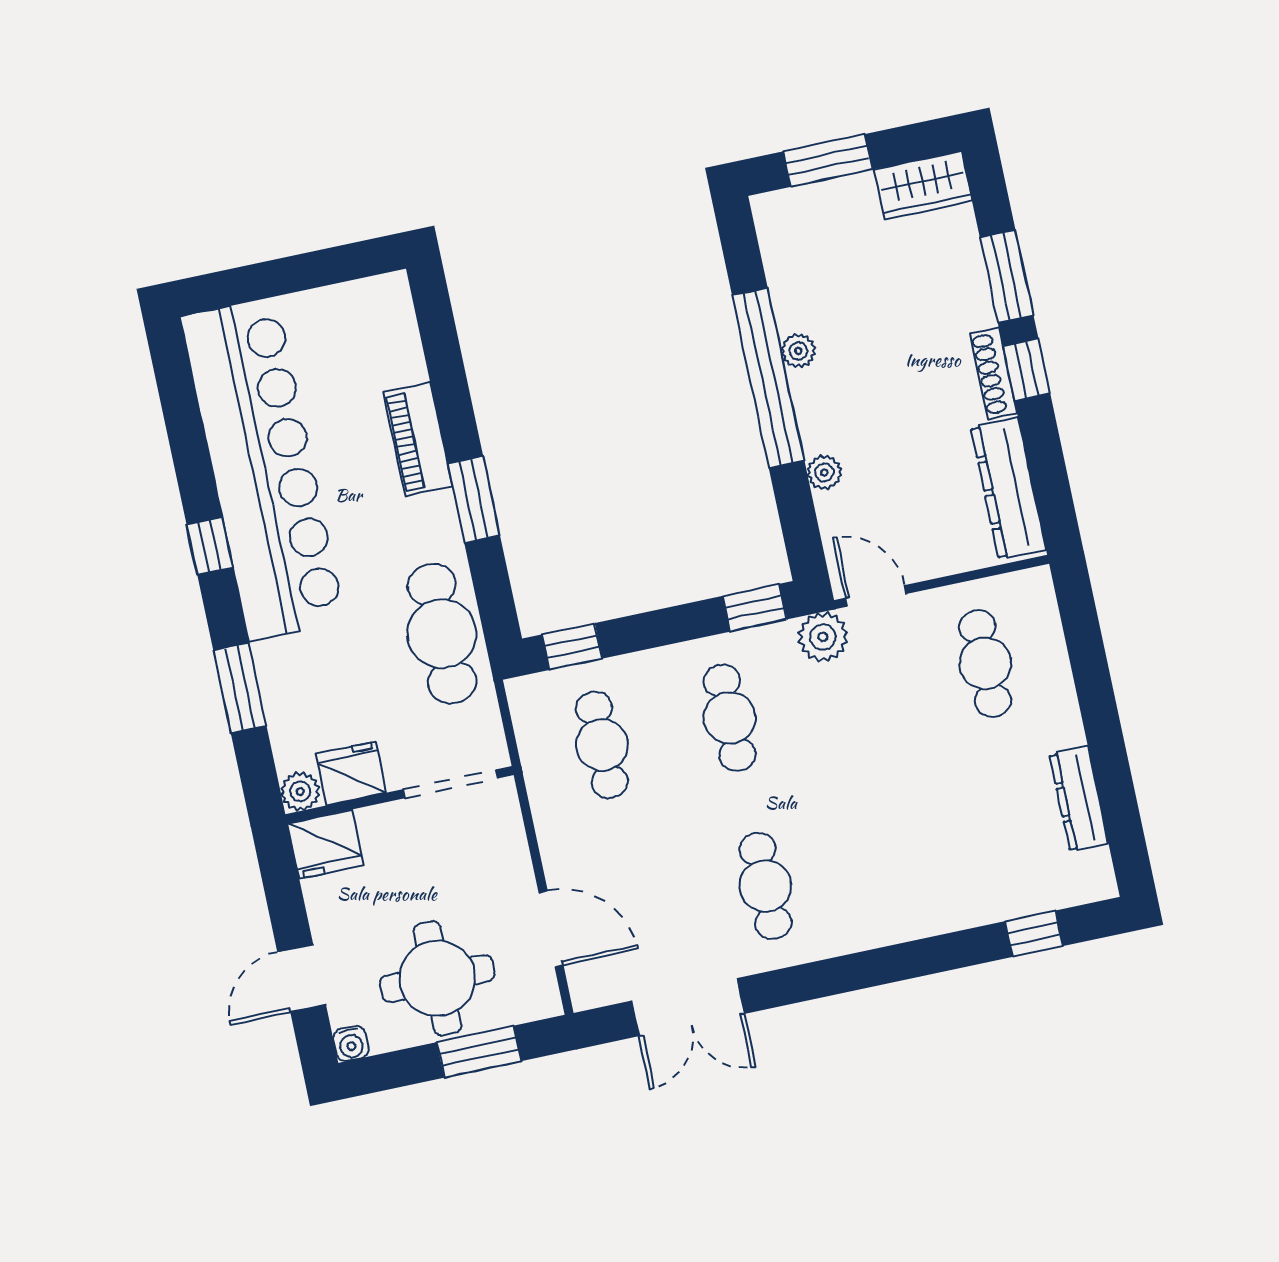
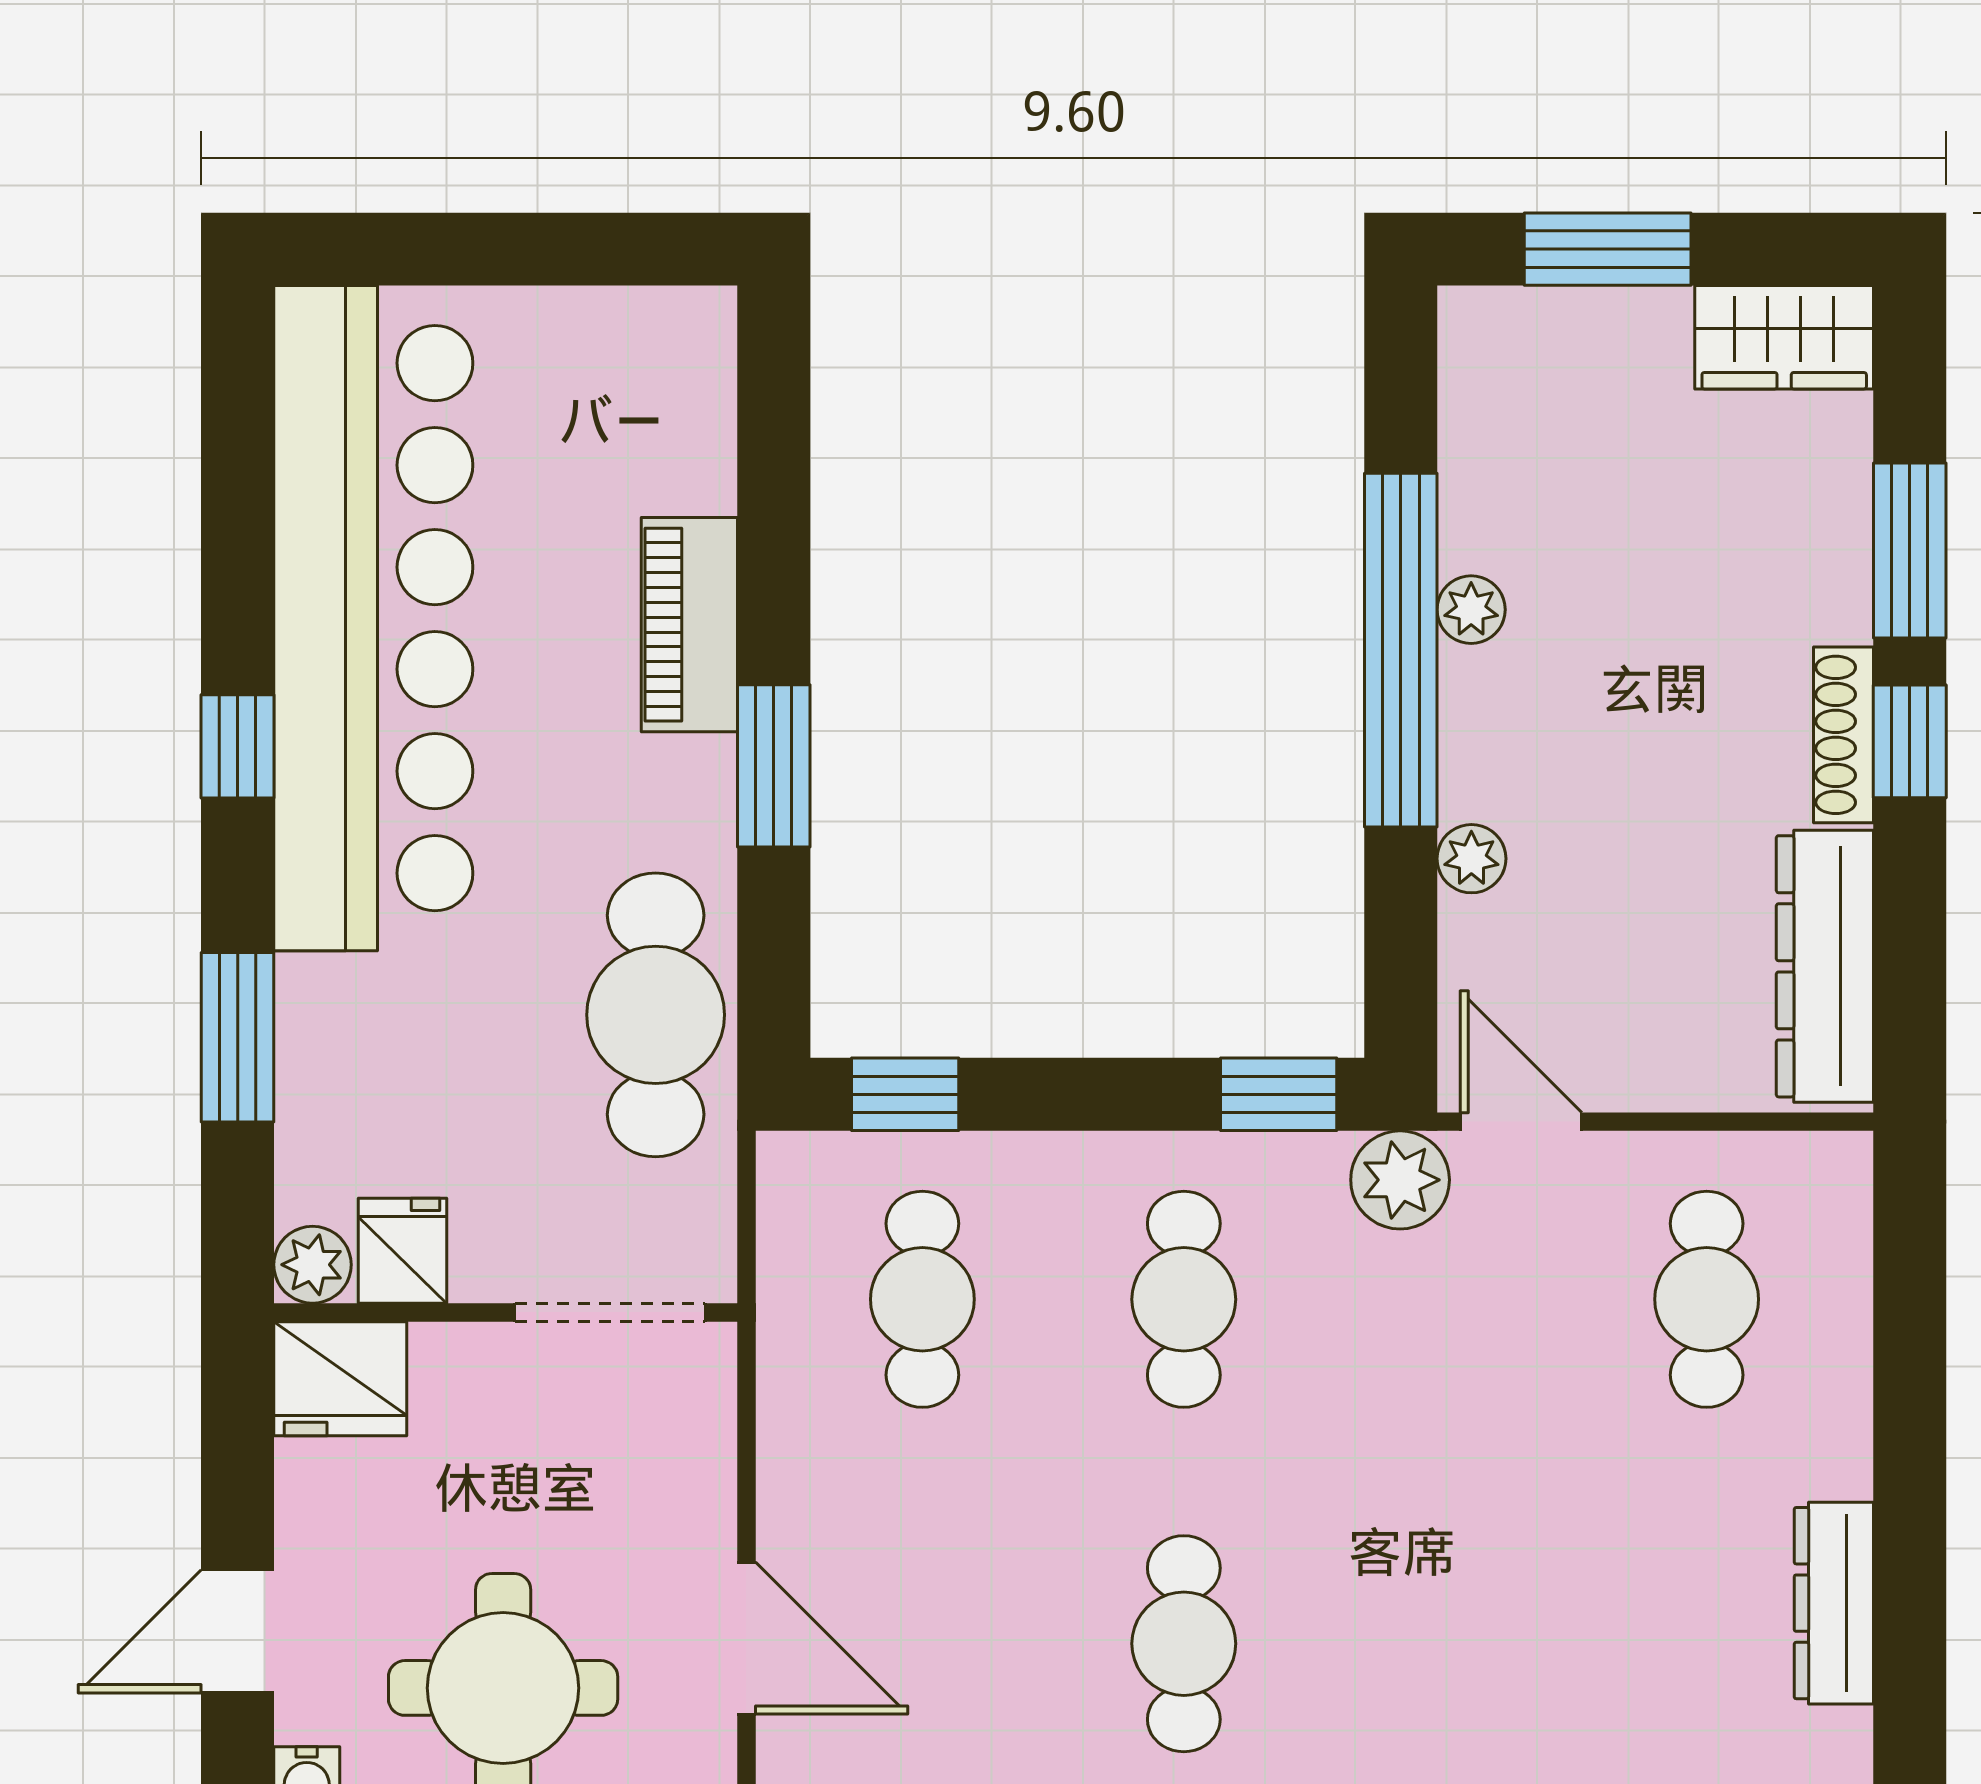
fridge: (351, 773) -> (403, 1251), width x0.72

